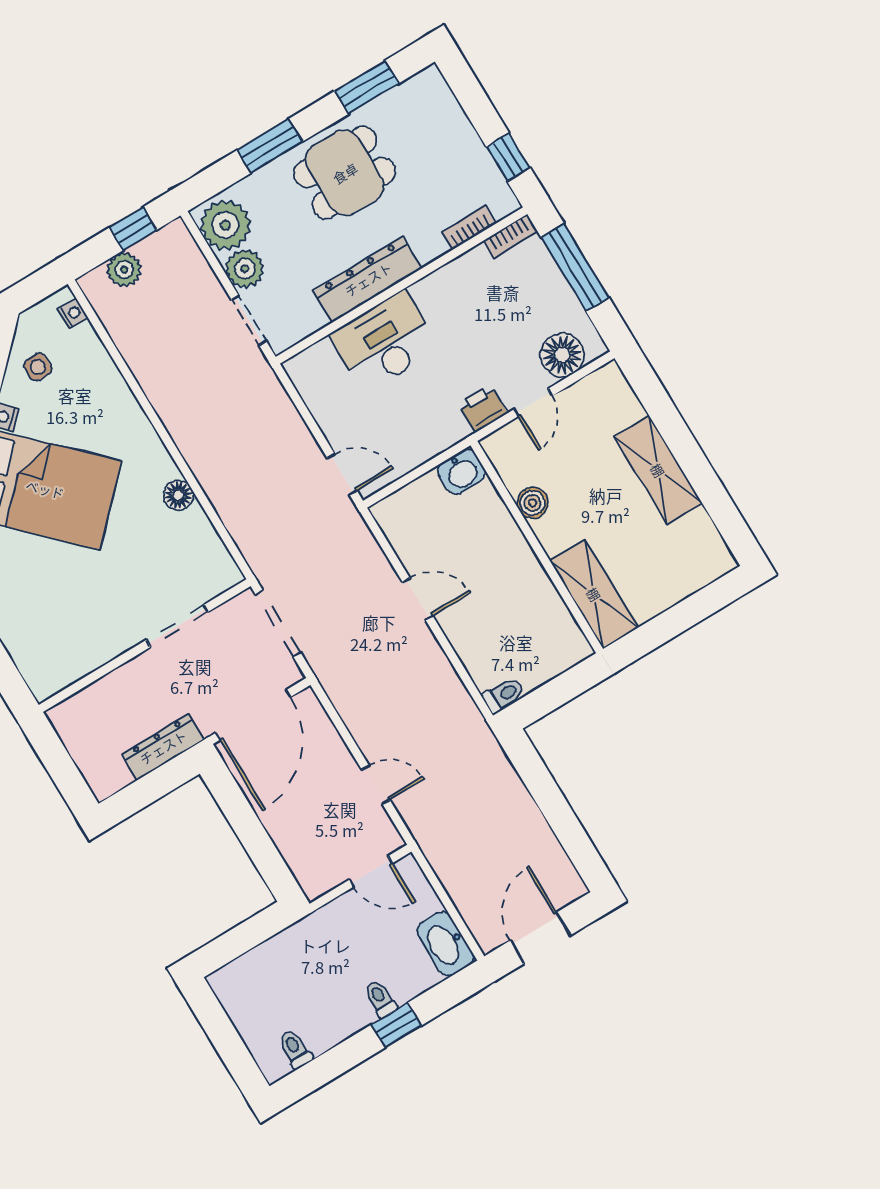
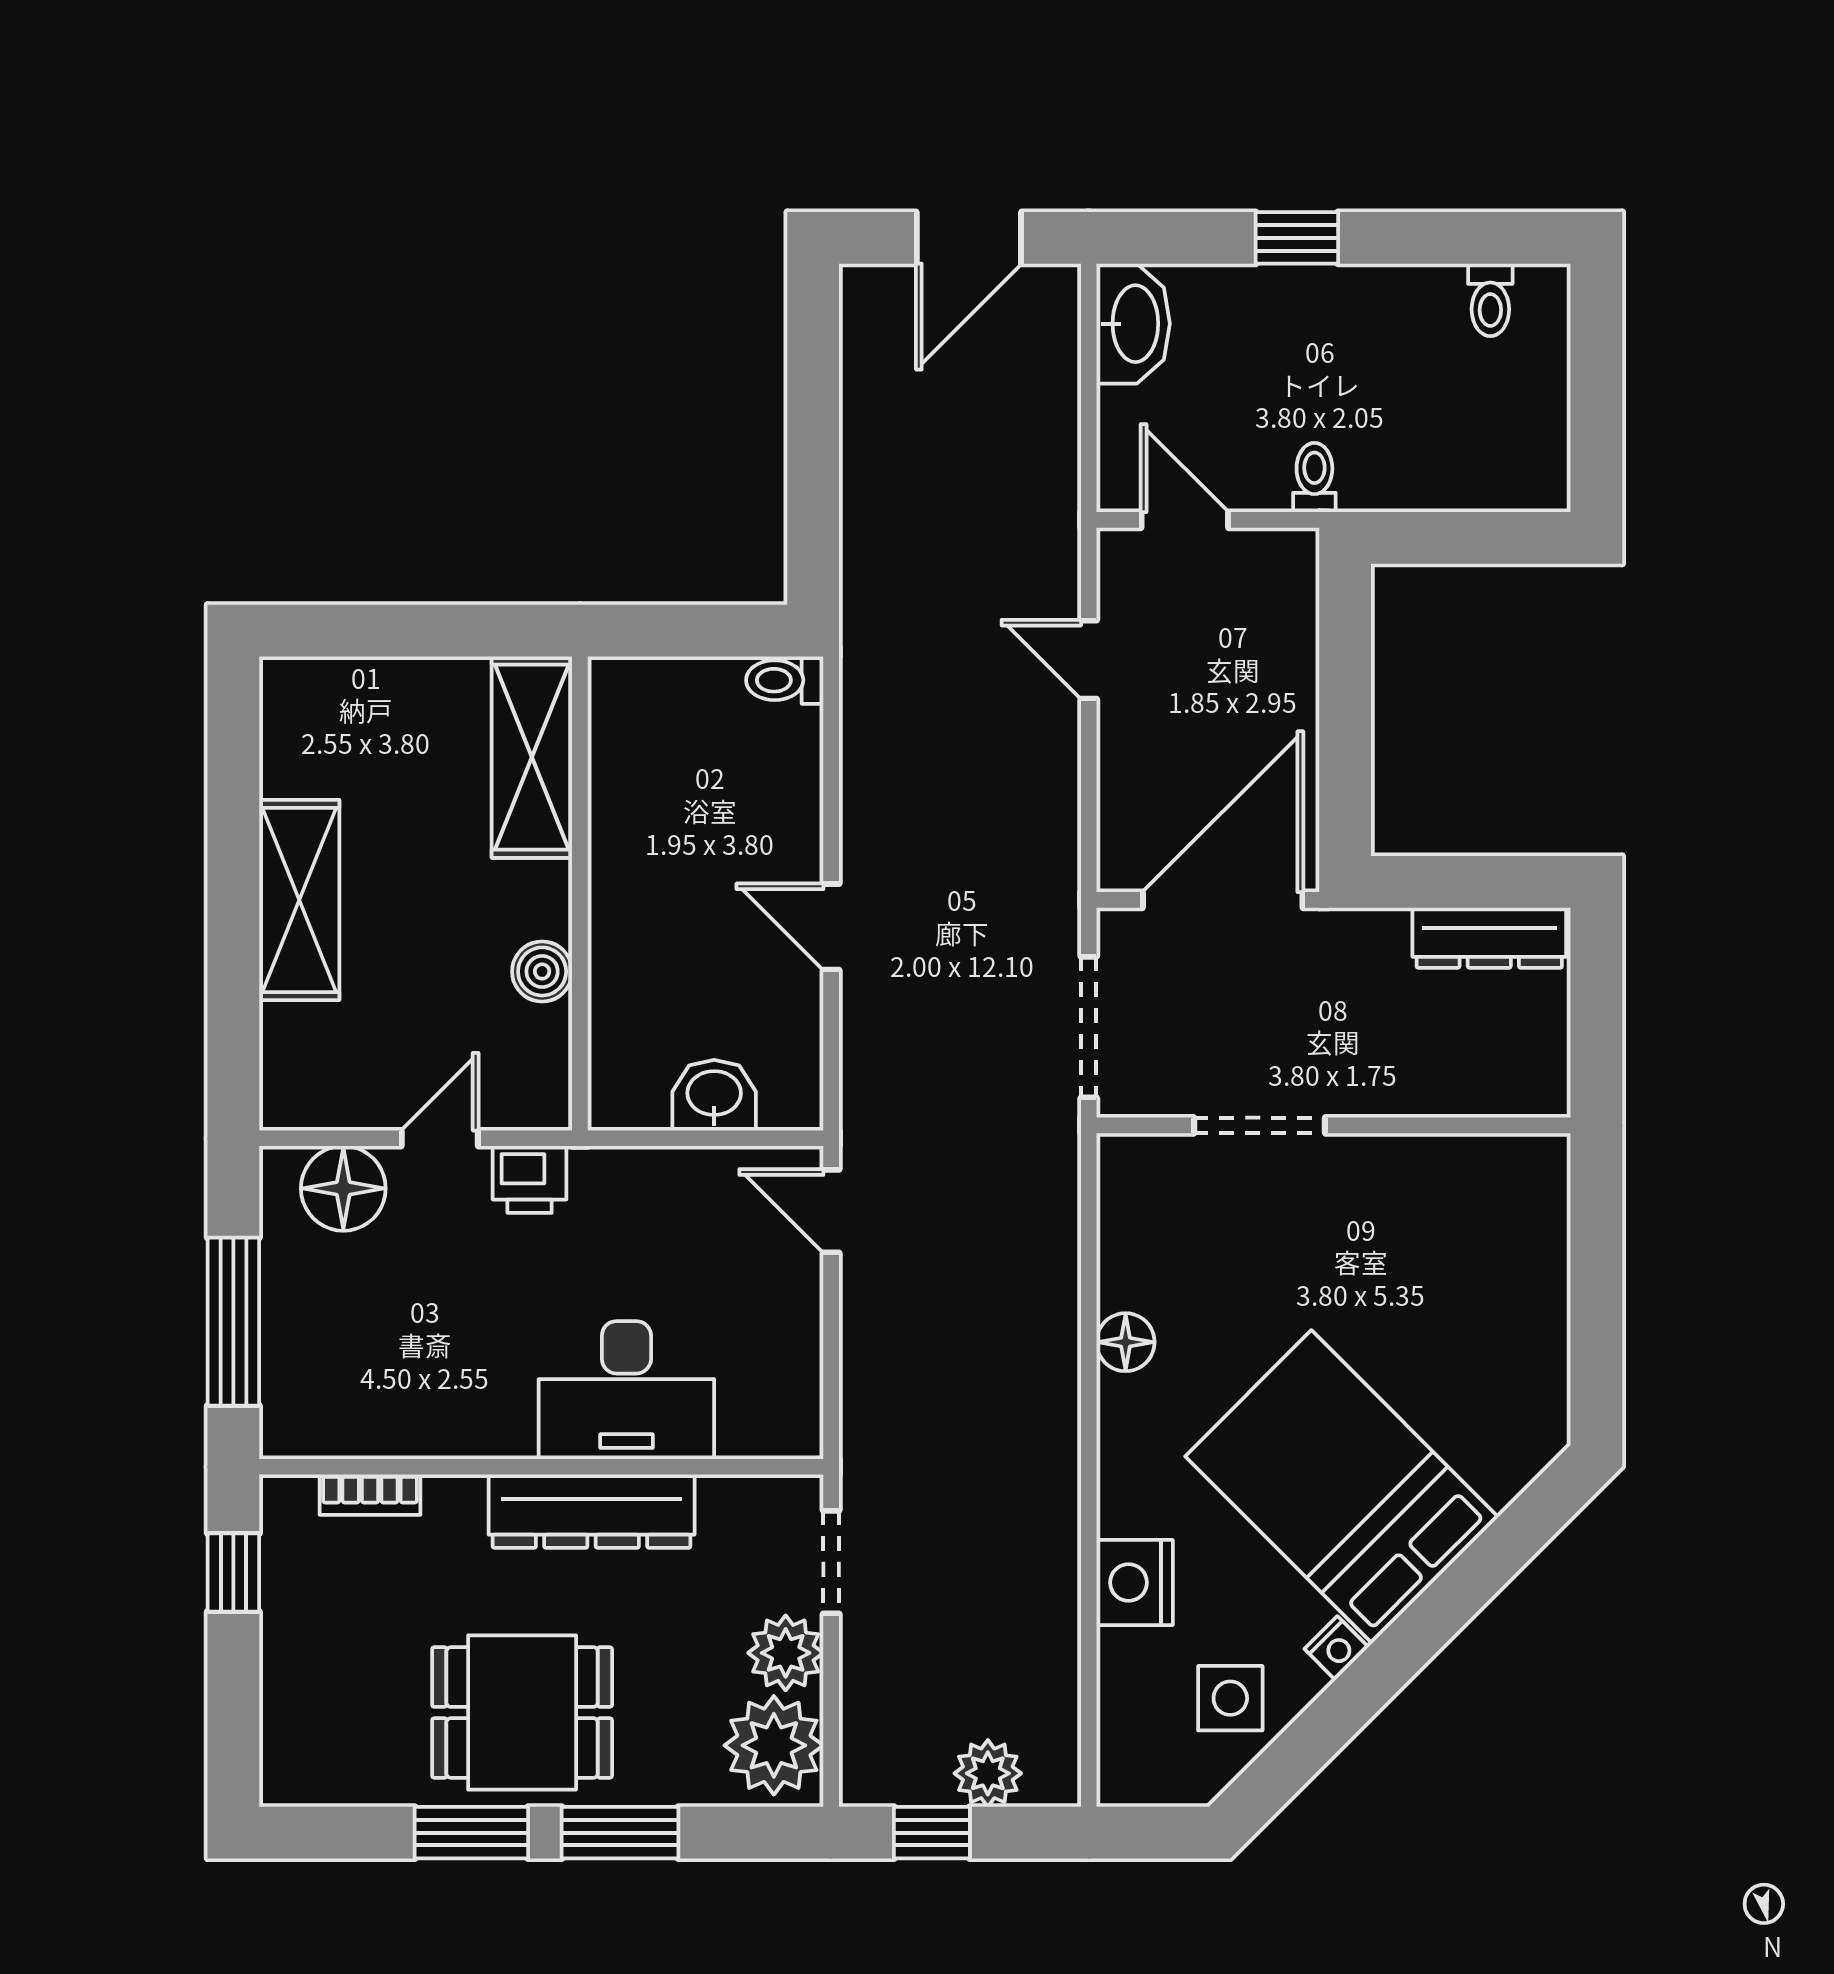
window: (367, 87) -> (471, 1833), moved
bookcase: (511, 236) -> (309, 1439), removed
nightstand: (73, 313) -> (1135, 1583), moved, width x1.89, depth x1.79
side table: (38, 367) -> (1230, 1698), width x1.37, depth x1.37
washbasin: (461, 472) -> (714, 1095), moved
dresser: (163, 747) -> (1489, 938), moved
toilet: (380, 999) -> (1314, 477), moved, turned 180

